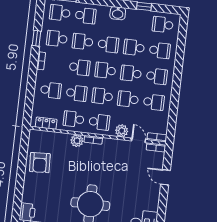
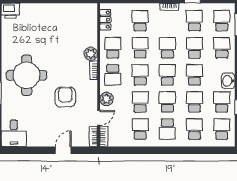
school desk: (86, 16) -> (222, 48), turned 180
school desk: (137, 22) -> (222, 102), added
school desk: (108, 45) -> (194, 75), turned 180
school desk: (160, 50) -> (194, 129), turned 180
school desk: (80, 67) -> (167, 48), turned 180
school desk: (51, 90) -> (140, 21), turned 180
school desk: (77, 93) -> (140, 48), turned 180
school desk: (154, 102) -> (140, 129), turned 180
armchair: (40, 163) -> (65, 97), moved, turned 93

